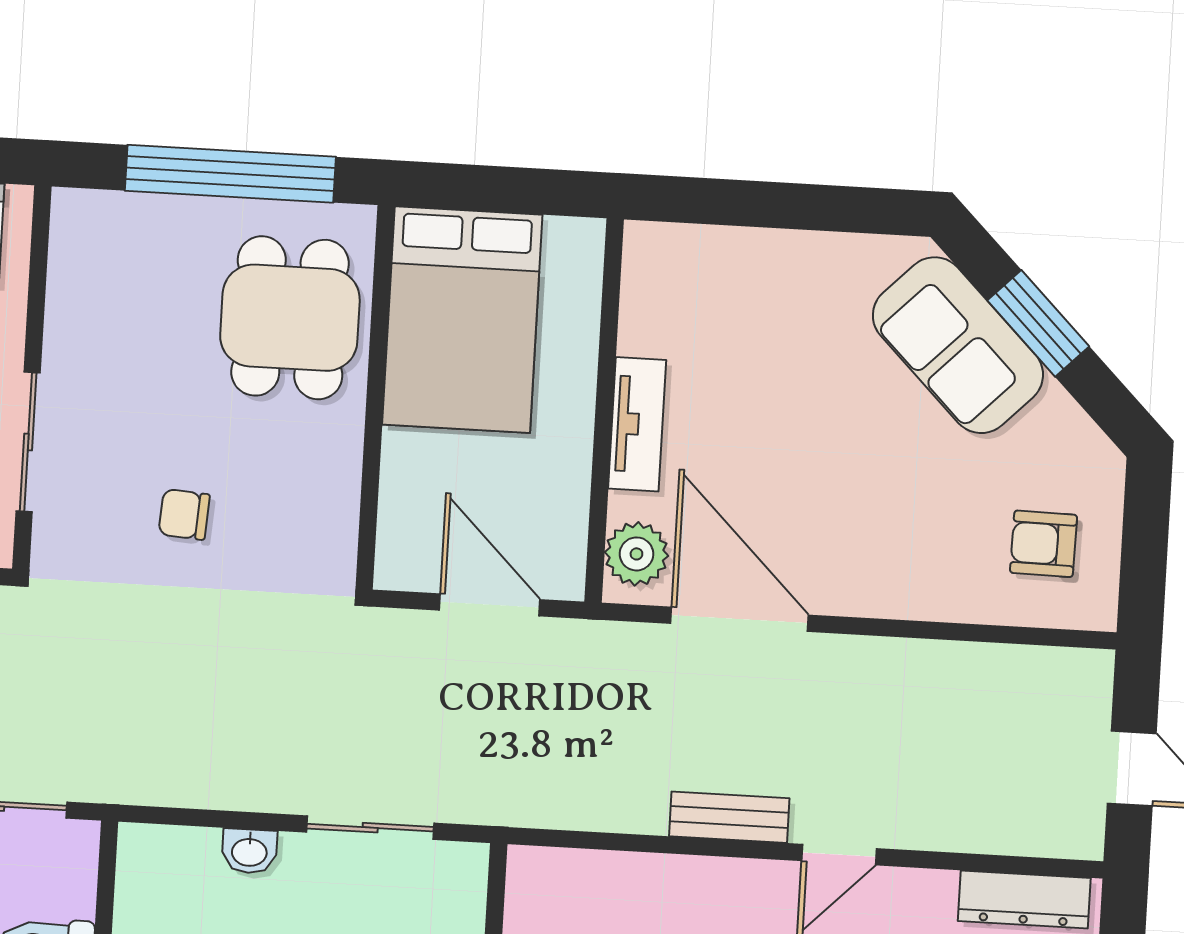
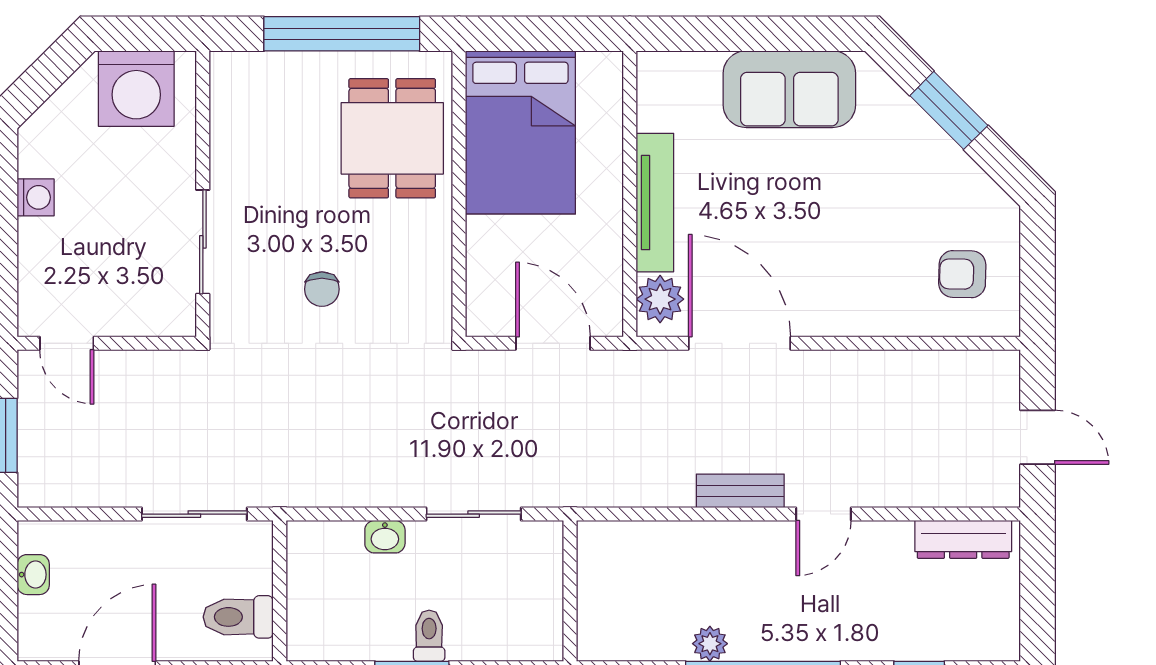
sofa: (958, 345) -> (789, 89), moved, turned -45
tv unit: (637, 424) -> (655, 203), width x1.41
chair: (184, 514) -> (322, 289), turned -94

